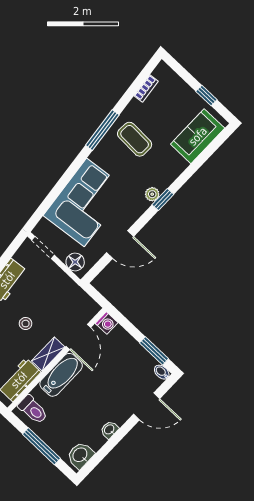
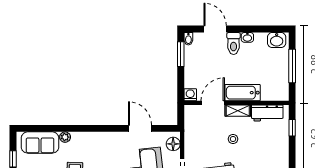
plant: (152, 194) -> (65, 137), moved
window: (163, 200) -> (93, 128), removed
toilet: (33, 410) -> (234, 43), moved, turned 180

